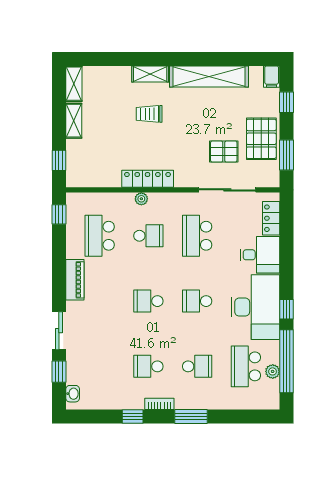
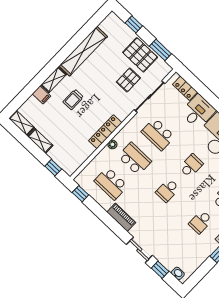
filing cabinet: (272, 77) -> (41, 95), moved
school desk: (148, 236) -> (135, 159), width x1.85
school desk: (197, 301) -> (191, 166), turned 180

